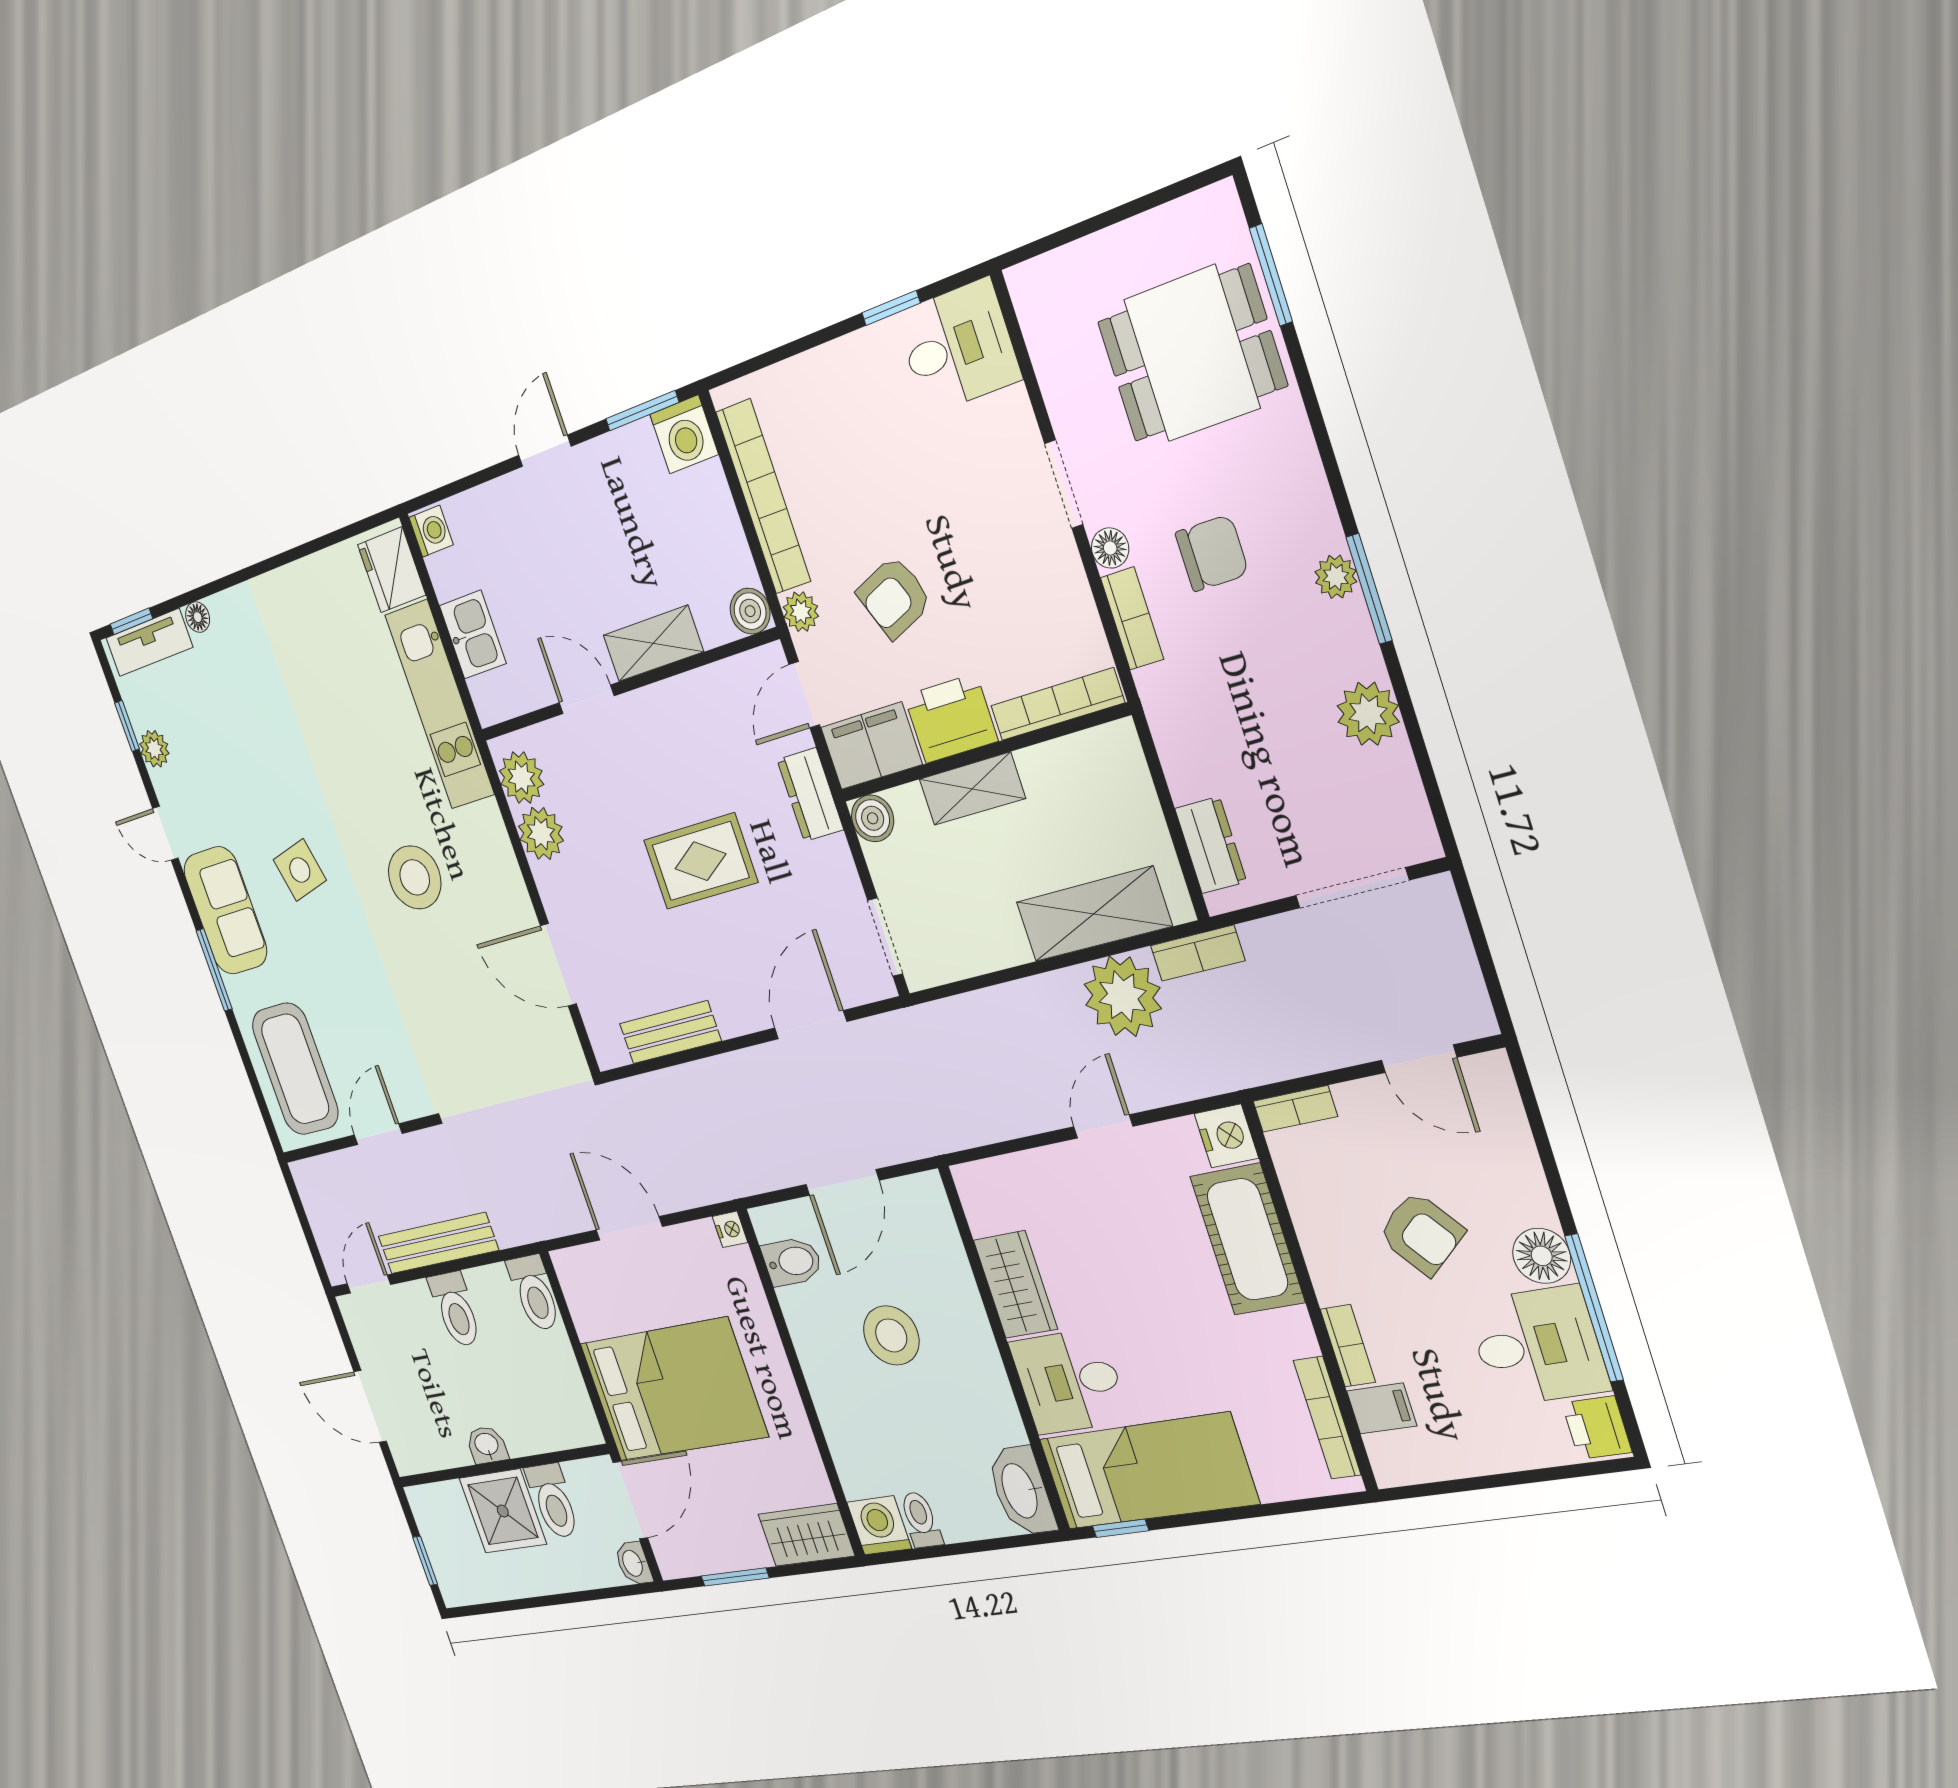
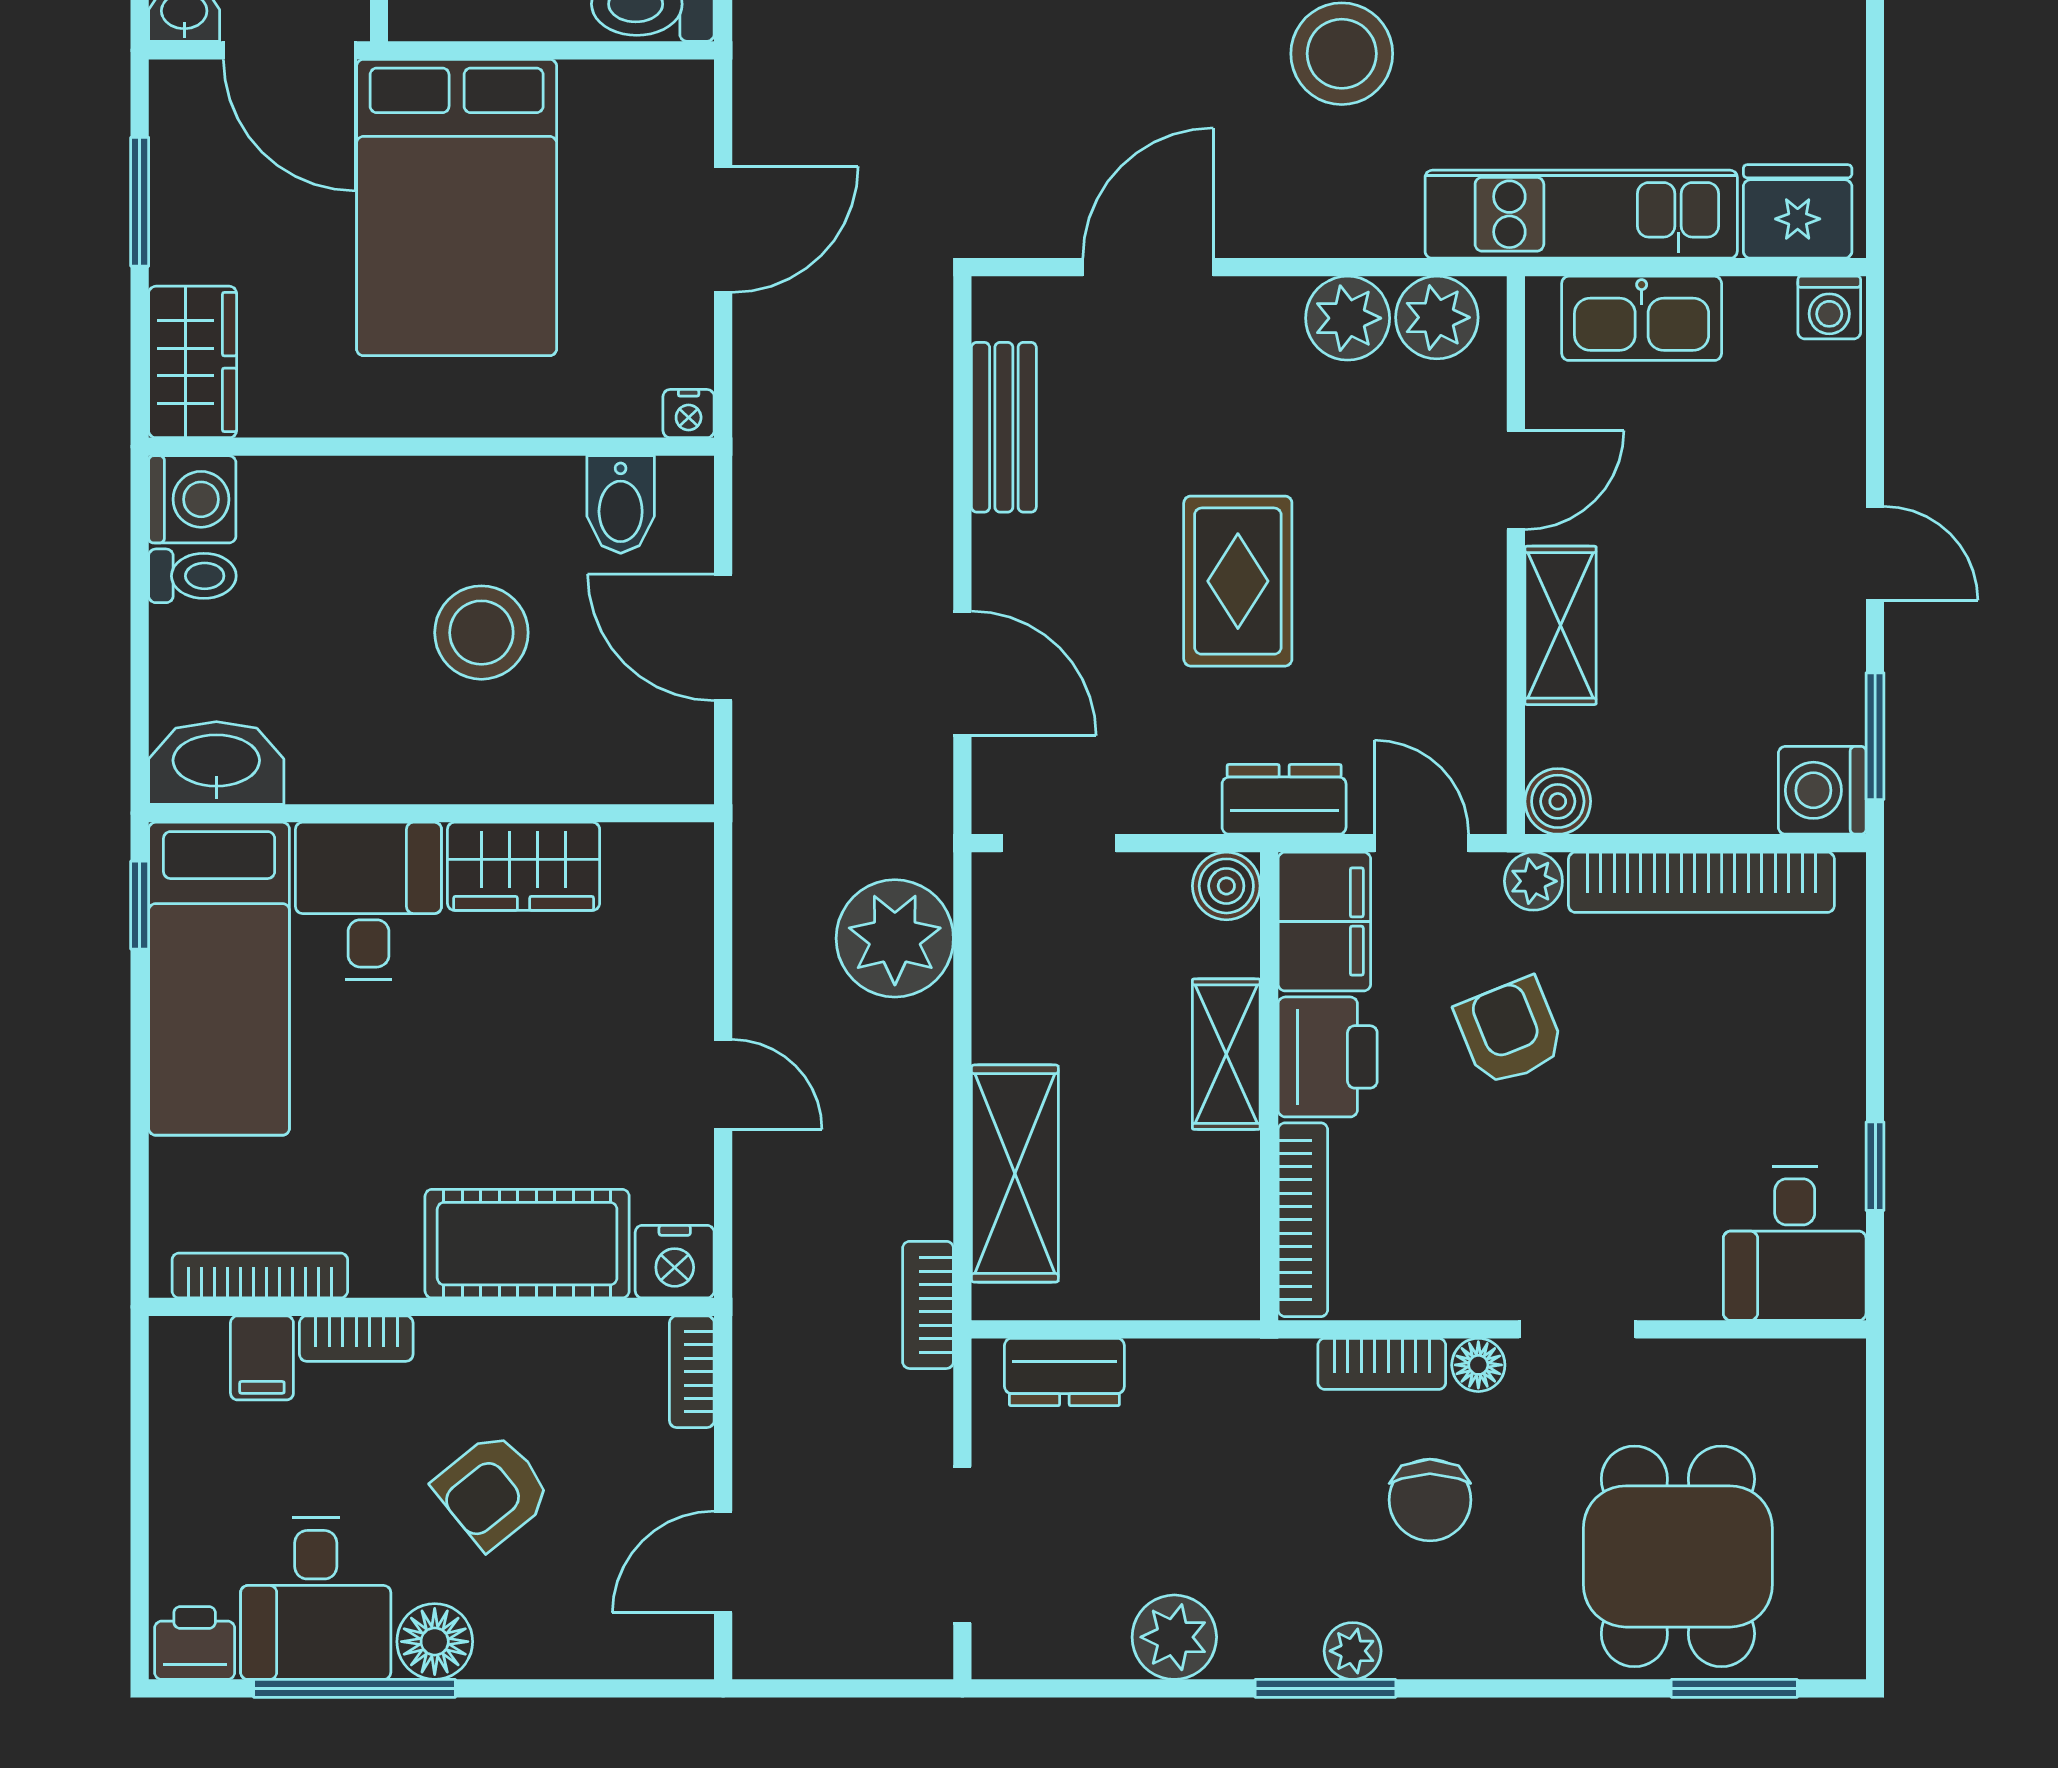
kitchen sink: (473, 634) -> (1642, 318), width x1.38
plant: (1123, 996) -> (895, 938), moved

